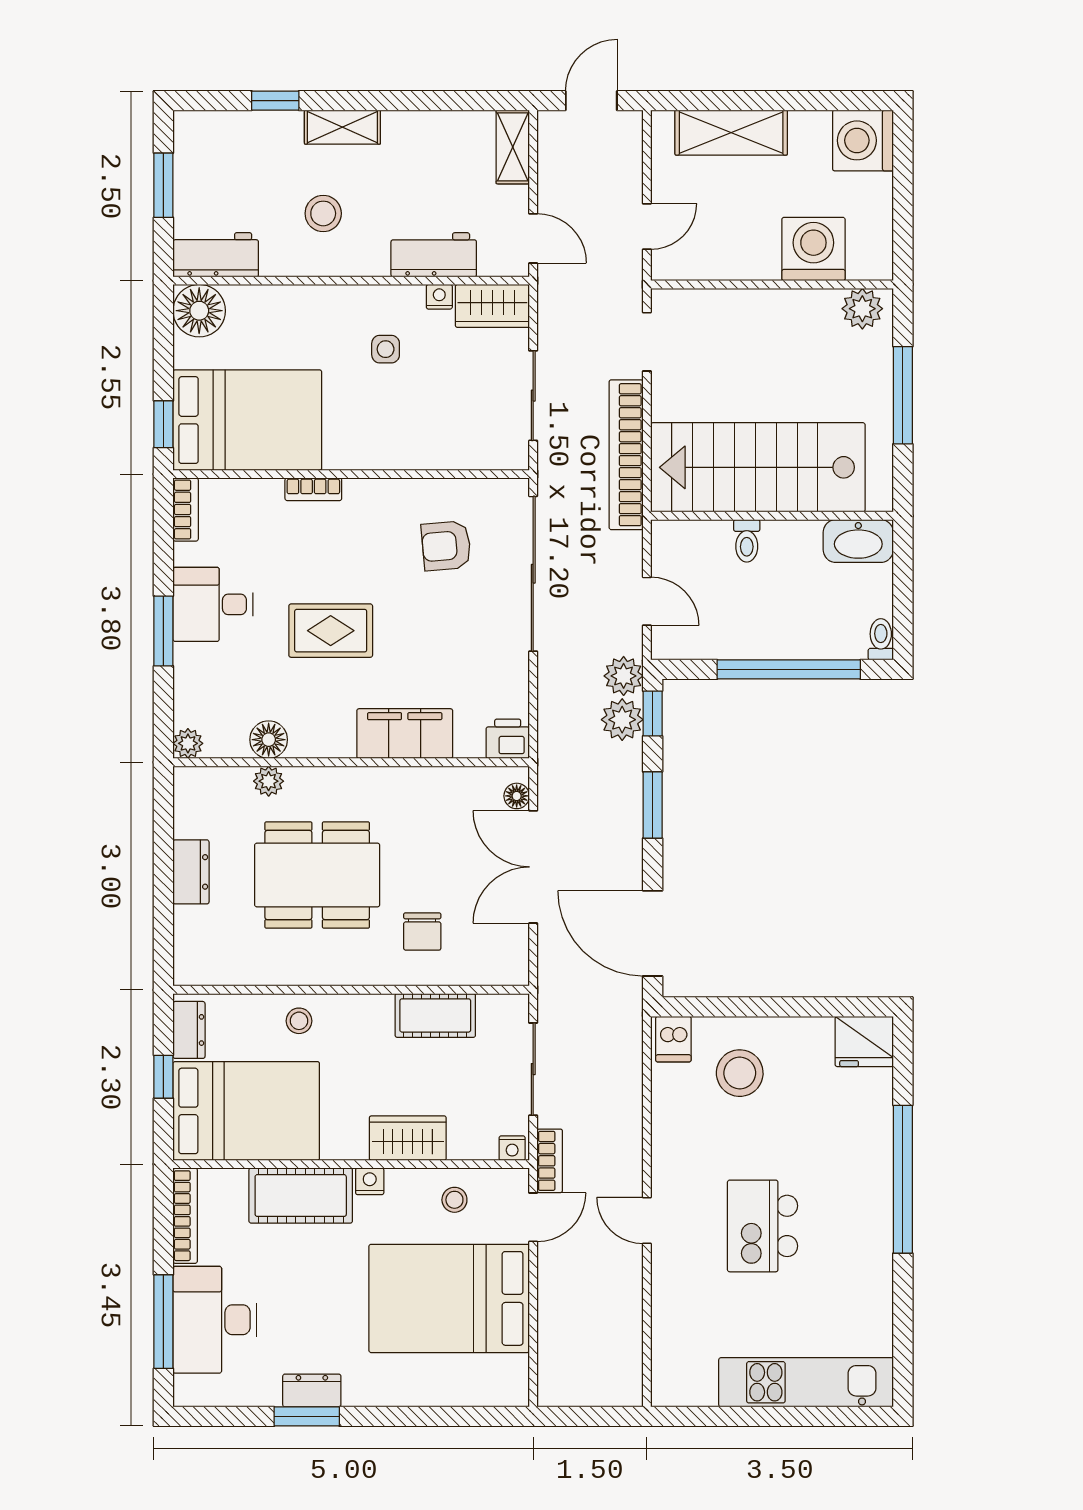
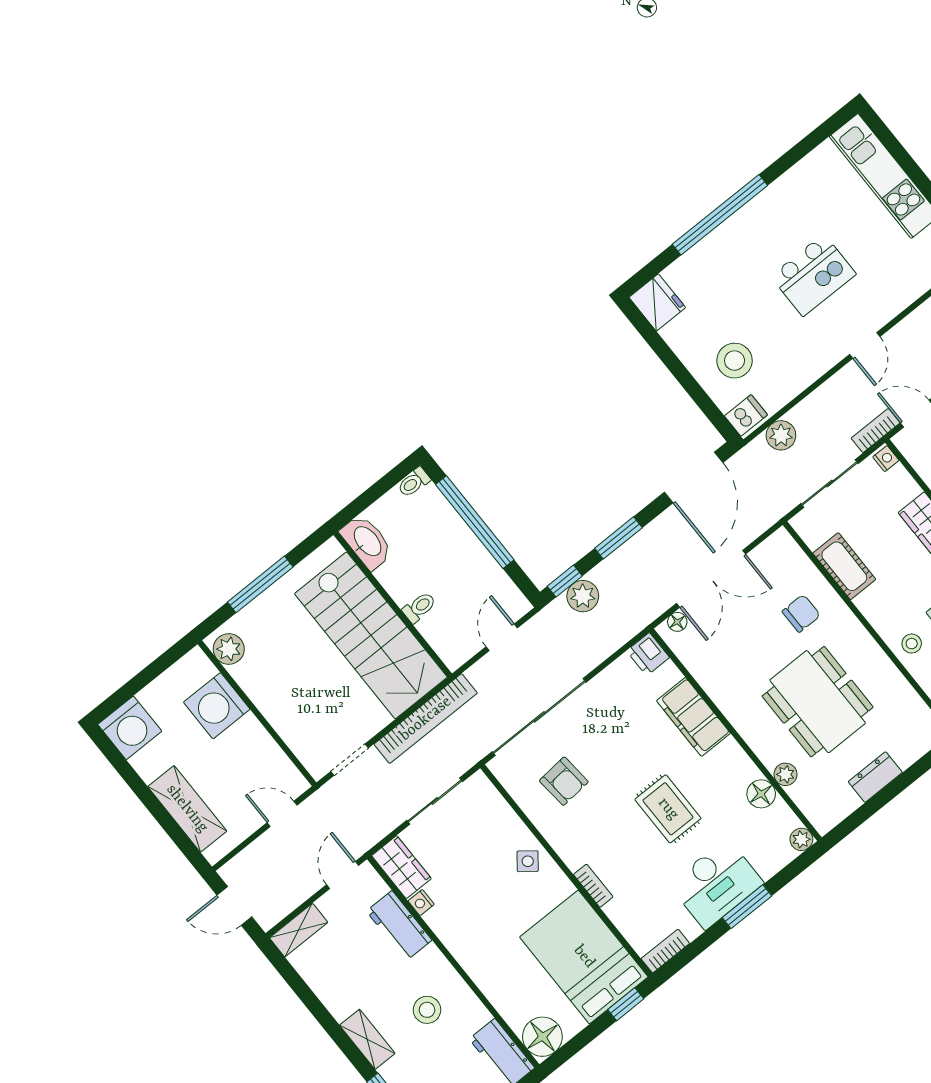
side table: (386, 349) -> (528, 861), moved, turned 38
desk: (213, 604) -> (716, 884), width x1.37
plant: (624, 676) -> (781, 435), moved

